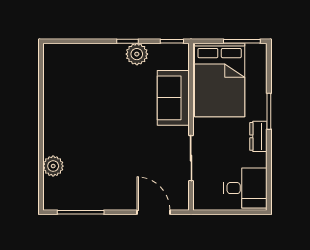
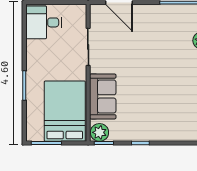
plant: (137, 54) -> (100, 132), moved
dresser: (258, 136) -> (33, 65), removed

